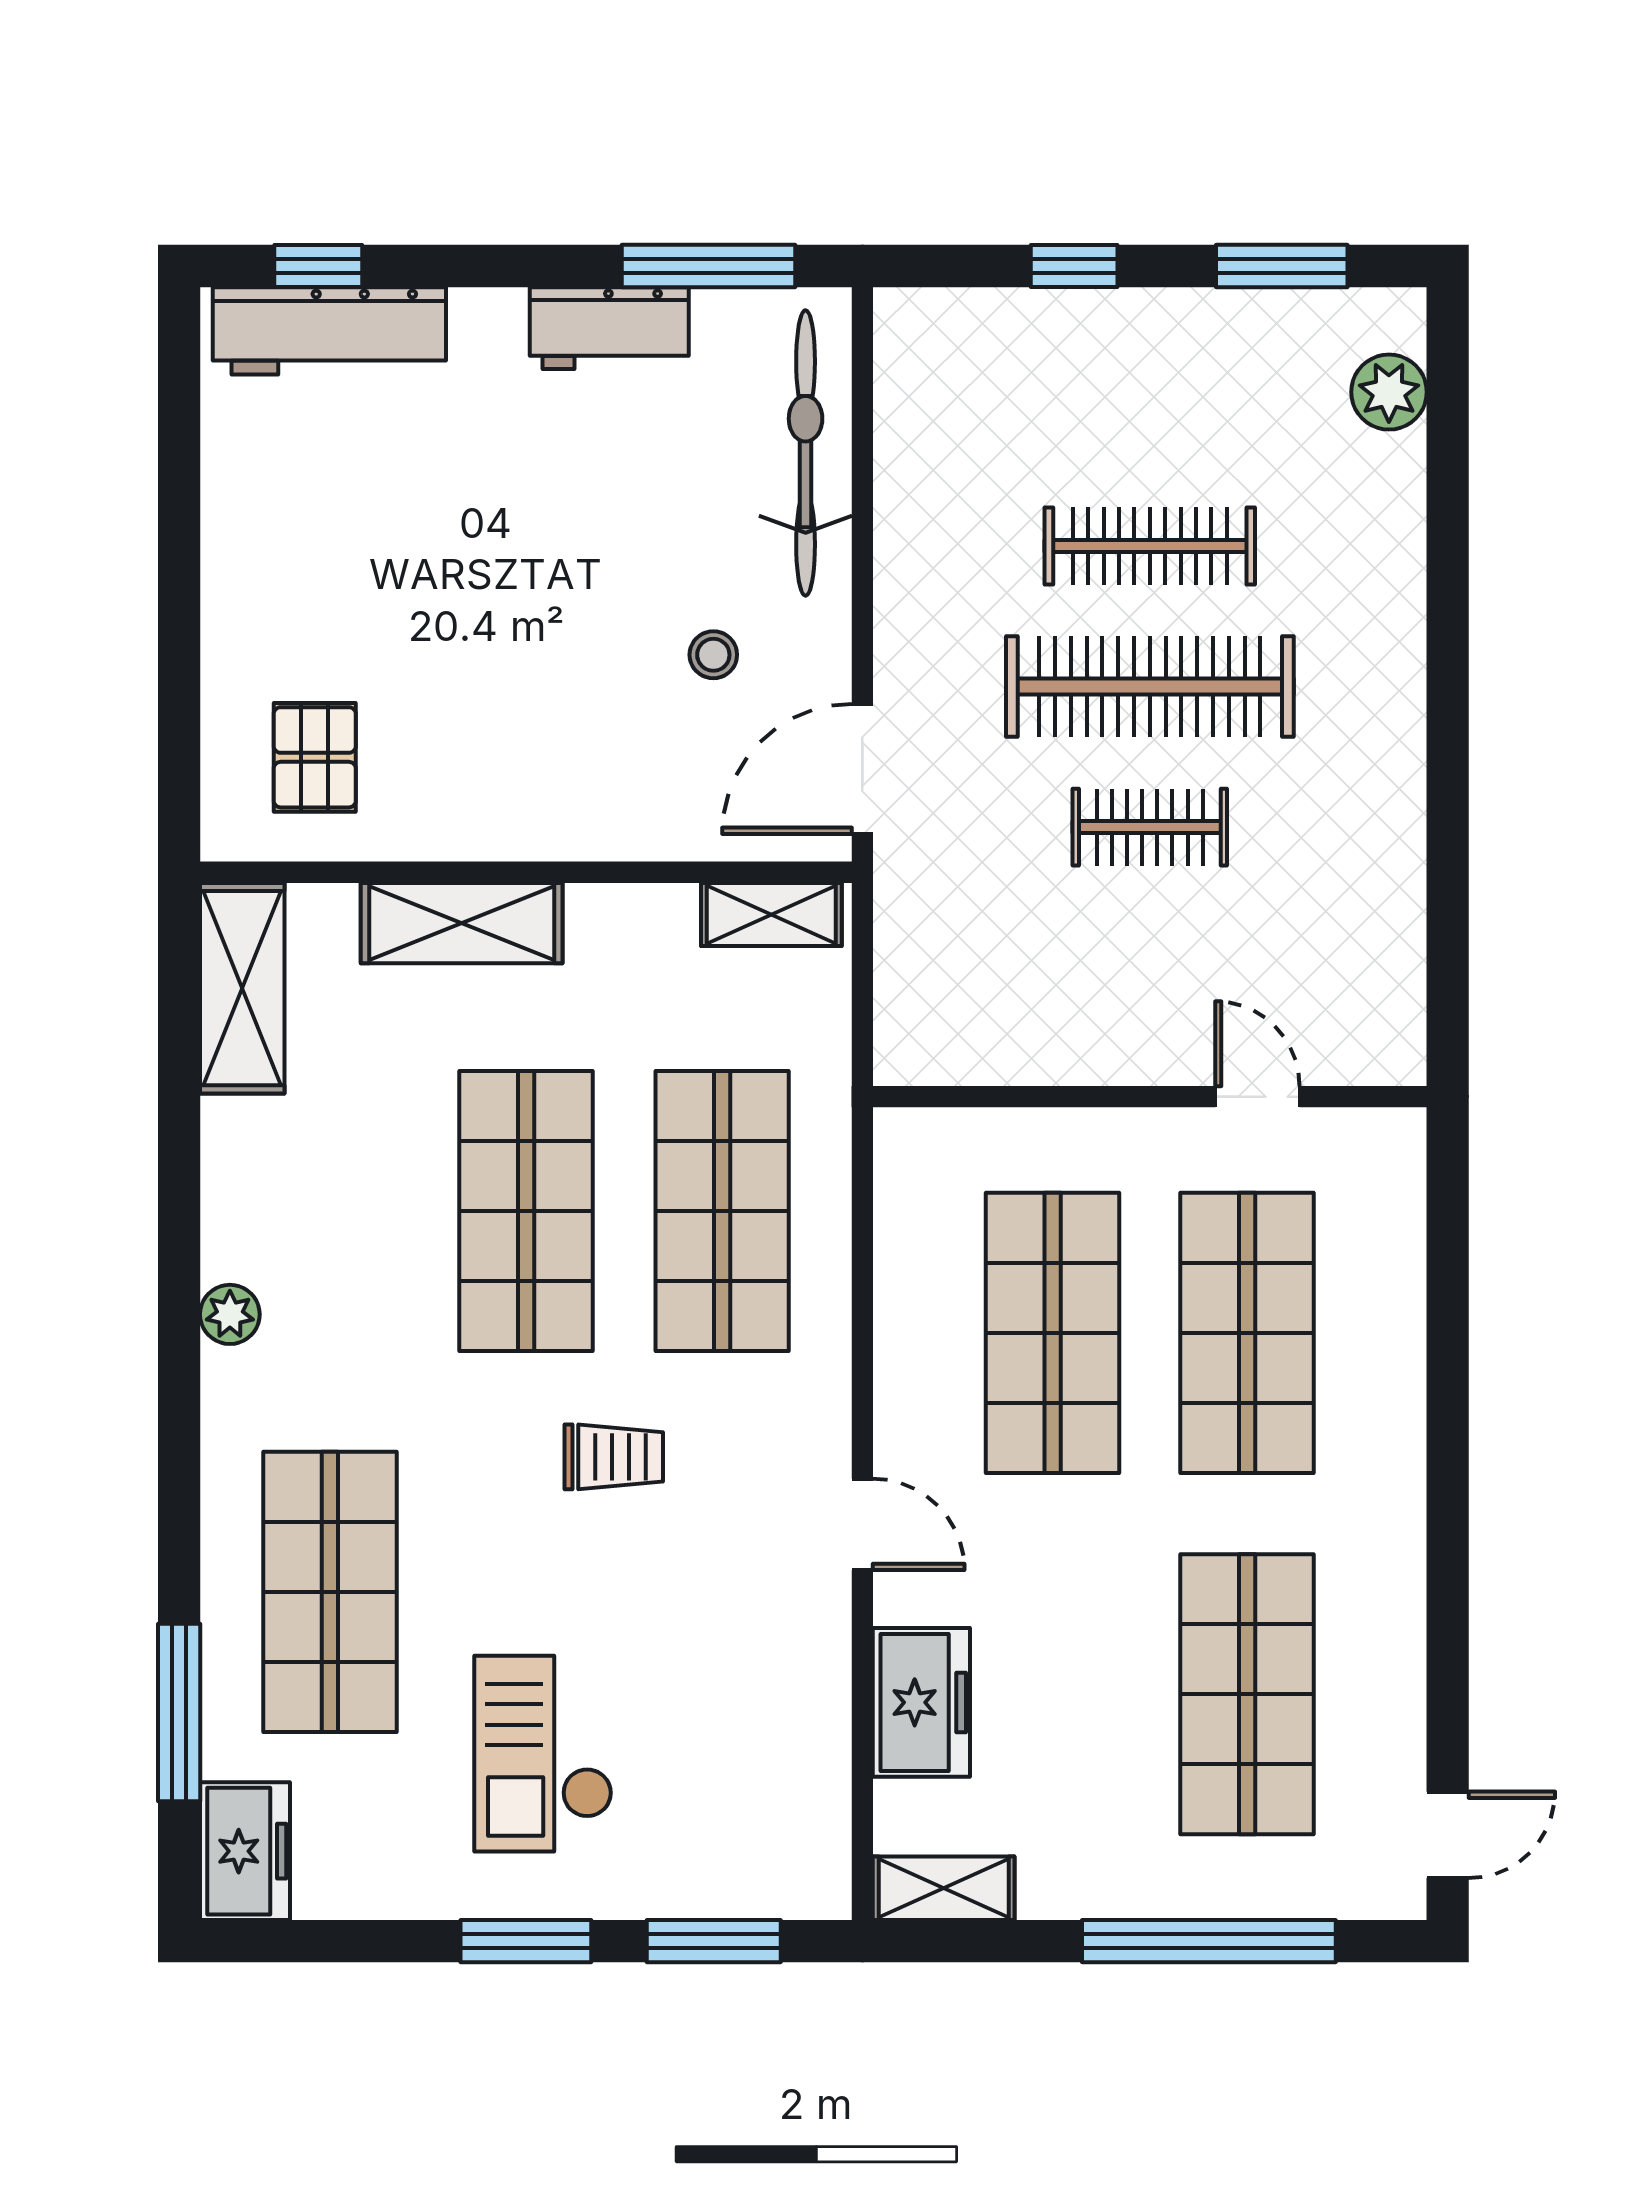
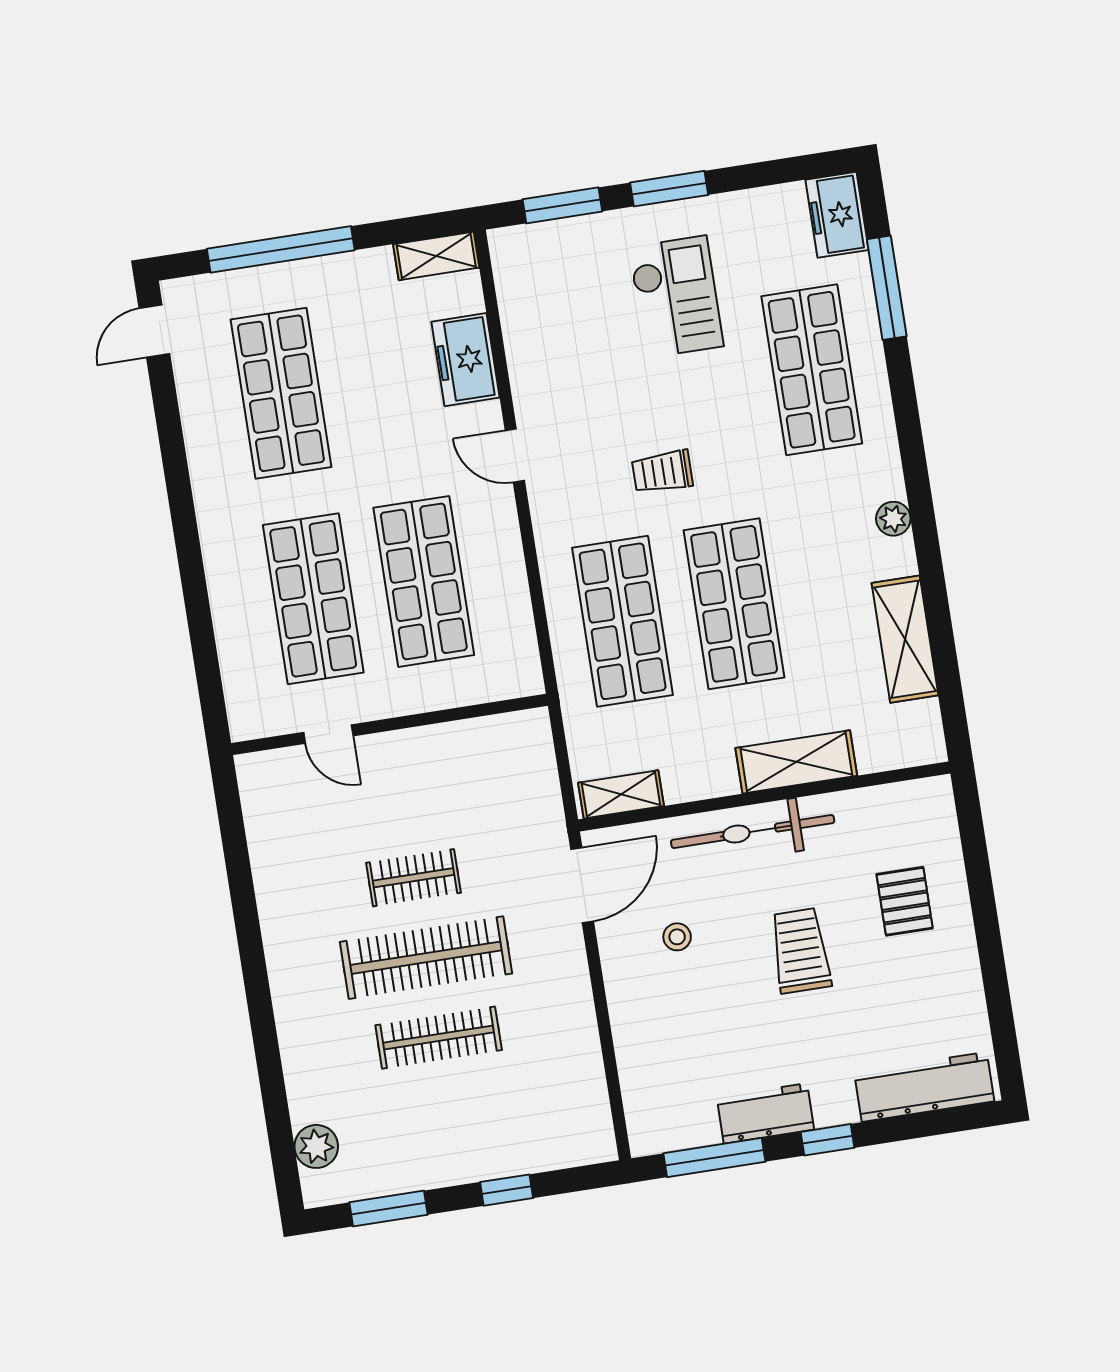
window: (318, 266) -> (828, 1140), moved
bicycle: (806, 453) -> (753, 831), moved, turned 90
trolley: (505, 598) -> (800, 951), added
pallet: (315, 757) -> (905, 901), moved
shelving: (242, 988) -> (905, 639), moved

